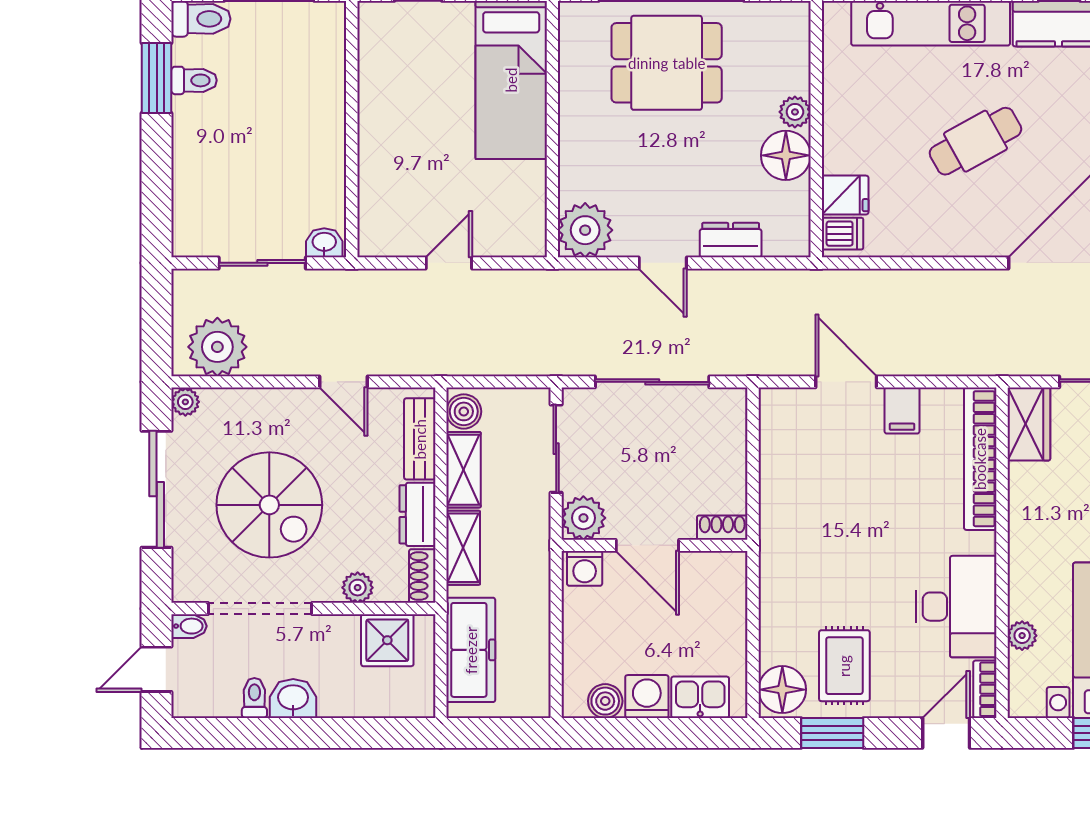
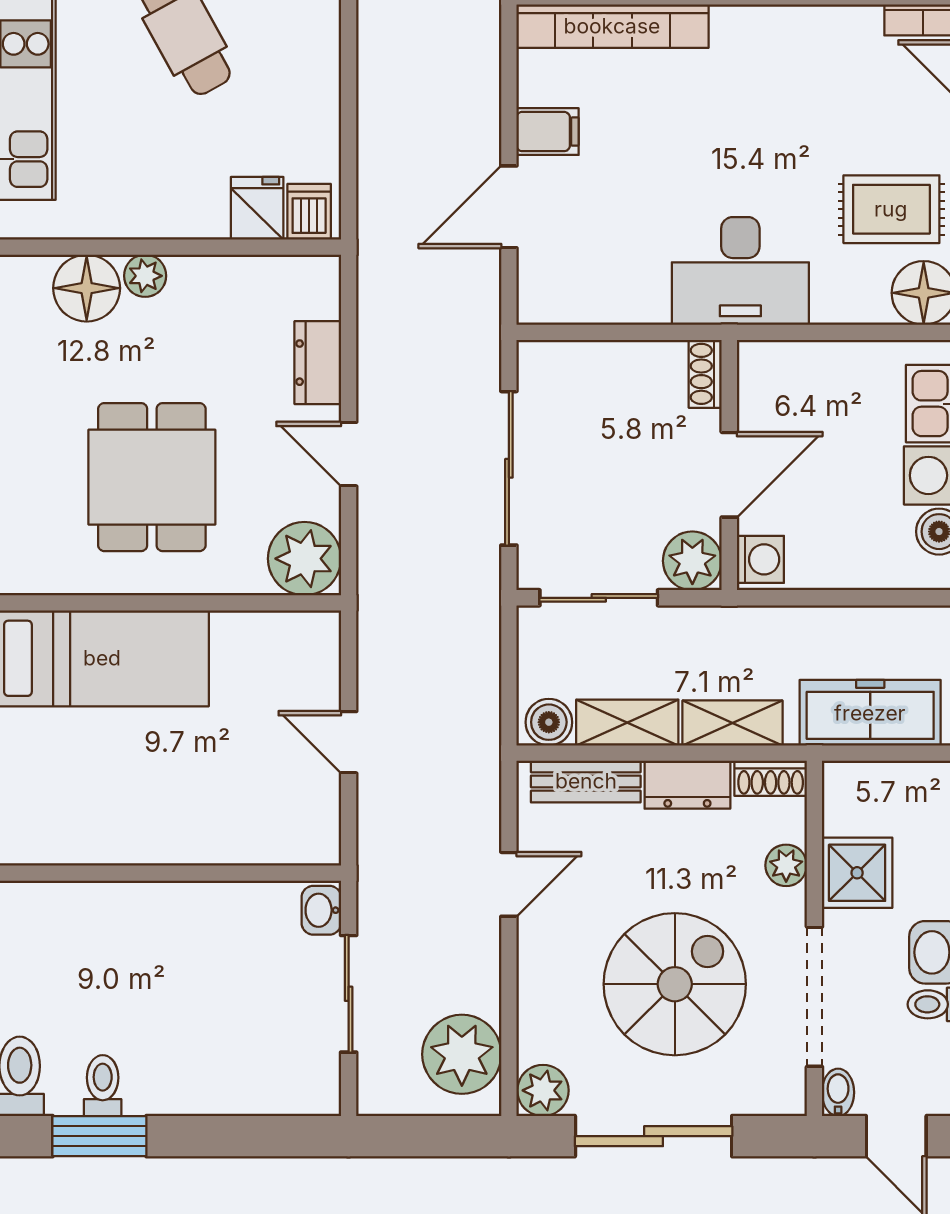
dining table: (667, 63) -> (152, 477), moved
floor lamp: (786, 155) -> (87, 288), moved
door: (663, 263) -> (349, 454), swing flipped
plant: (185, 402) -> (543, 1090), width x1.38, depth x1.38
desk: (956, 607) -> (740, 271), moved, turned 180
shower: (387, 640) -> (857, 873), moved

